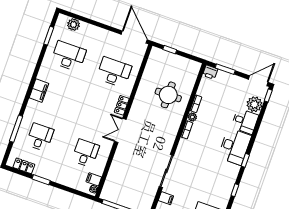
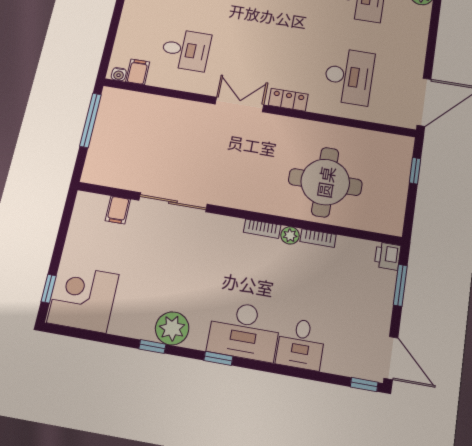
round table: (168, 95) -> (325, 182), width x1.36, depth x1.36
plant: (254, 104) -> (172, 328), moved

